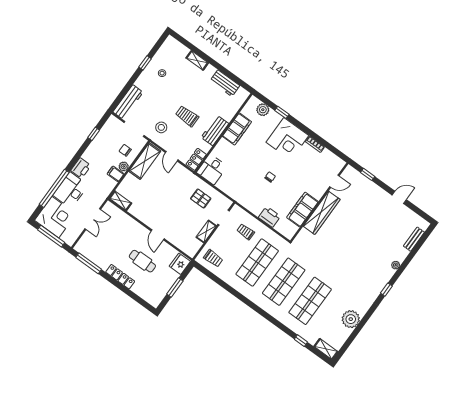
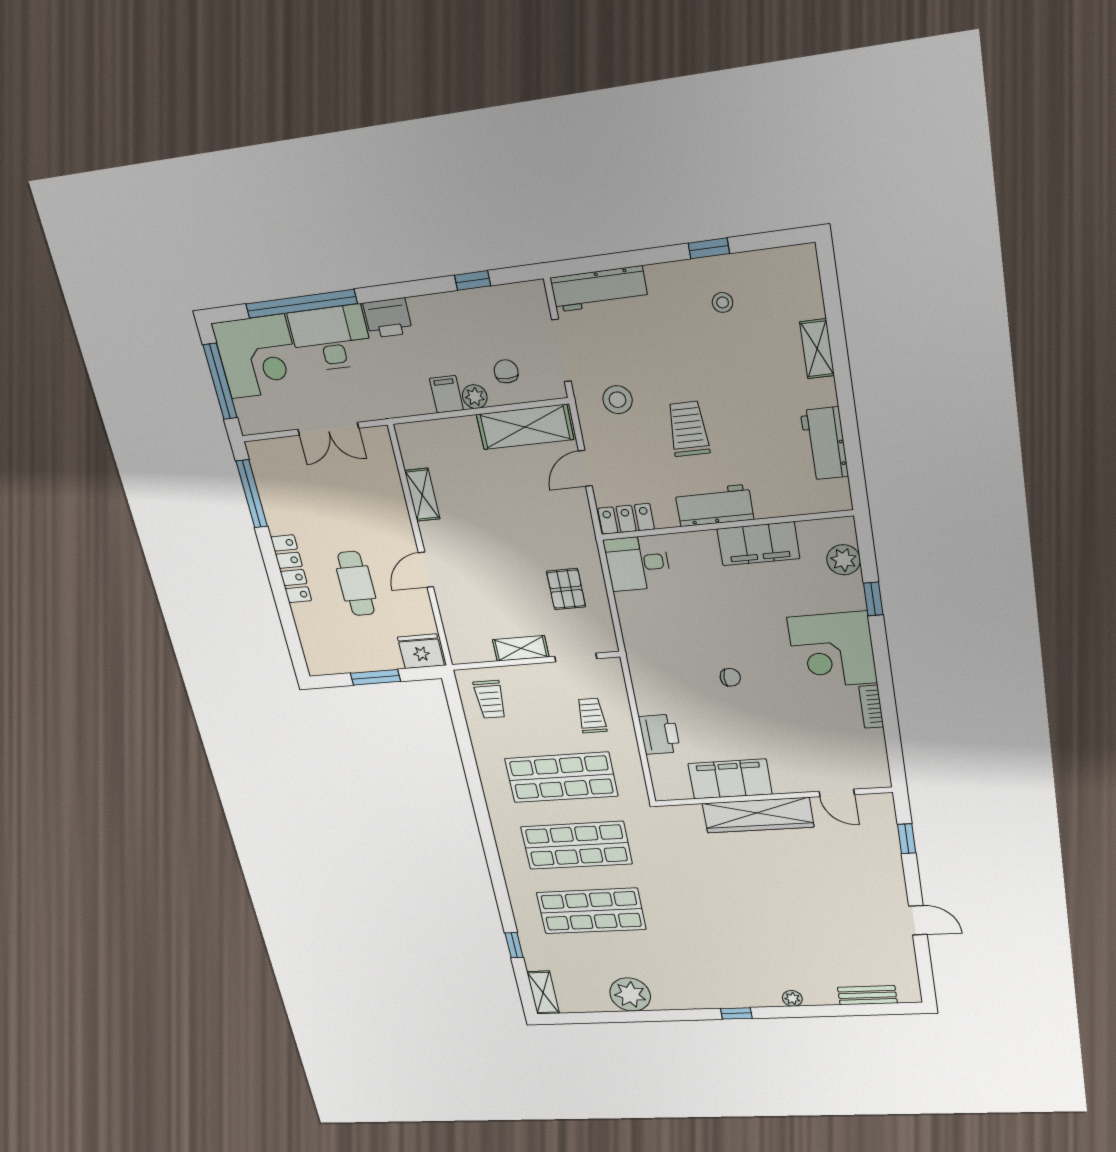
shelving: (120, 201) -> (422, 495), moved

